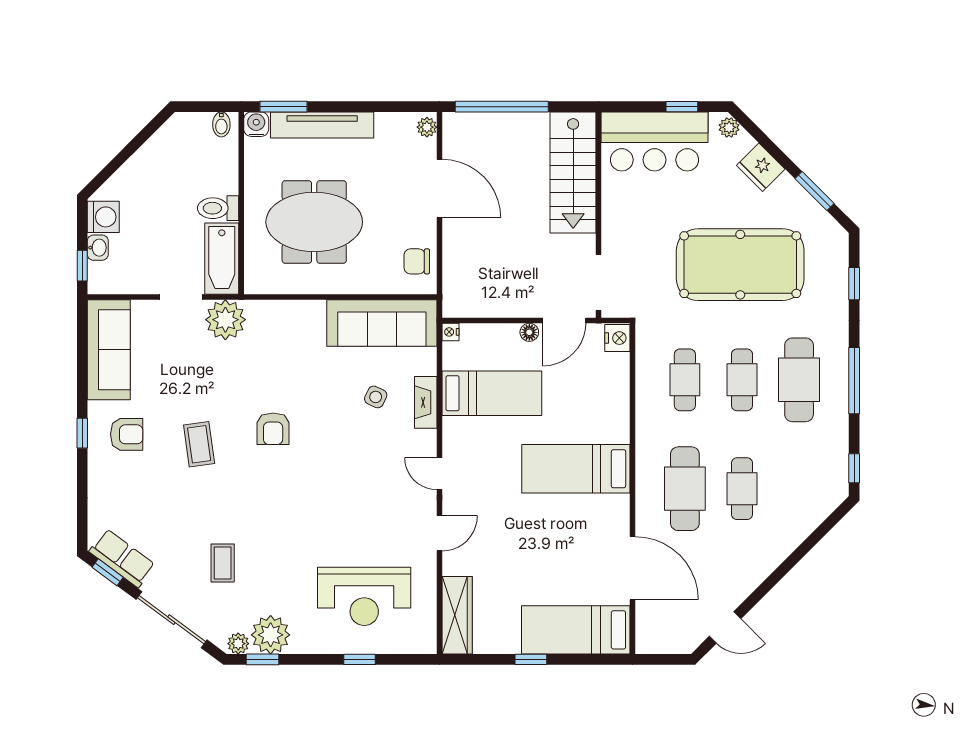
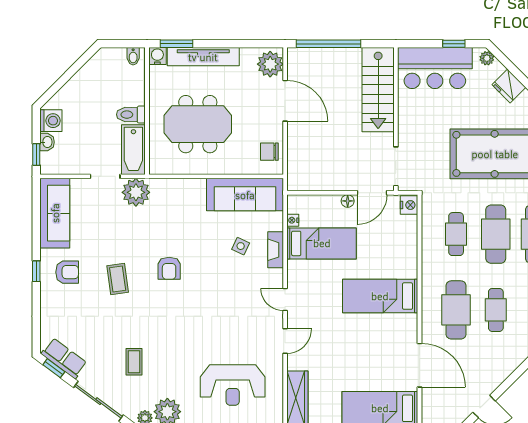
plant: (427, 127) -> (270, 64), width x1.87, depth x1.87
nightstand: (450, 332) -> (293, 220), moved
cafe table: (742, 380) -> (496, 234), width x1.37, depth x1.35

